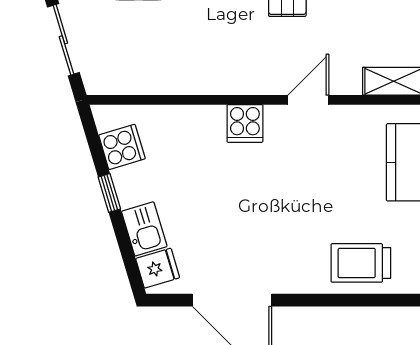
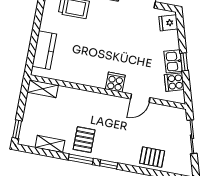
door: (308, 100) -> (140, 98), moved
kitchen sink: (144, 229) -> (173, 61), moved

